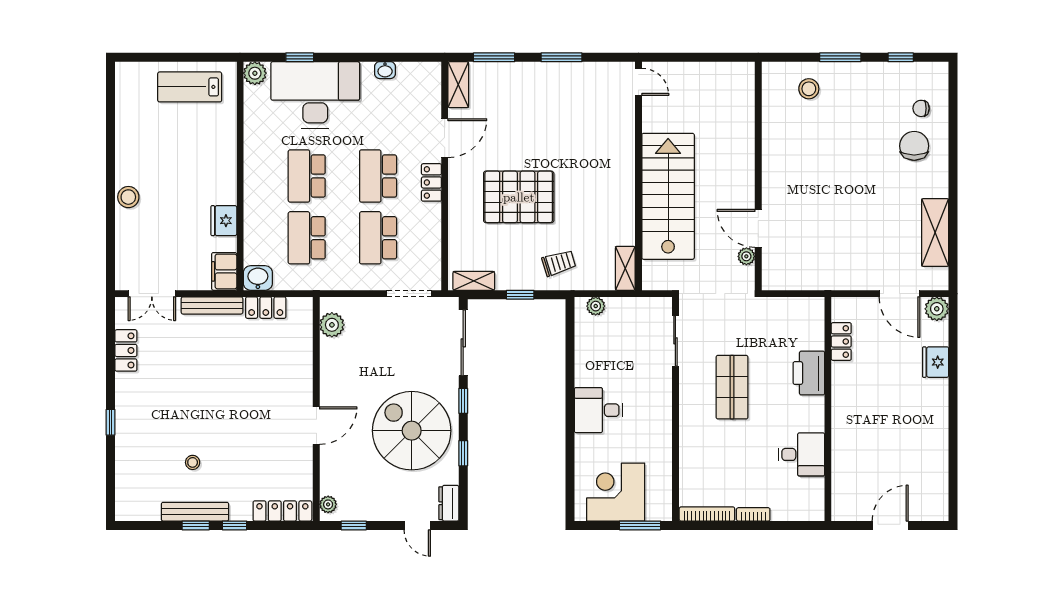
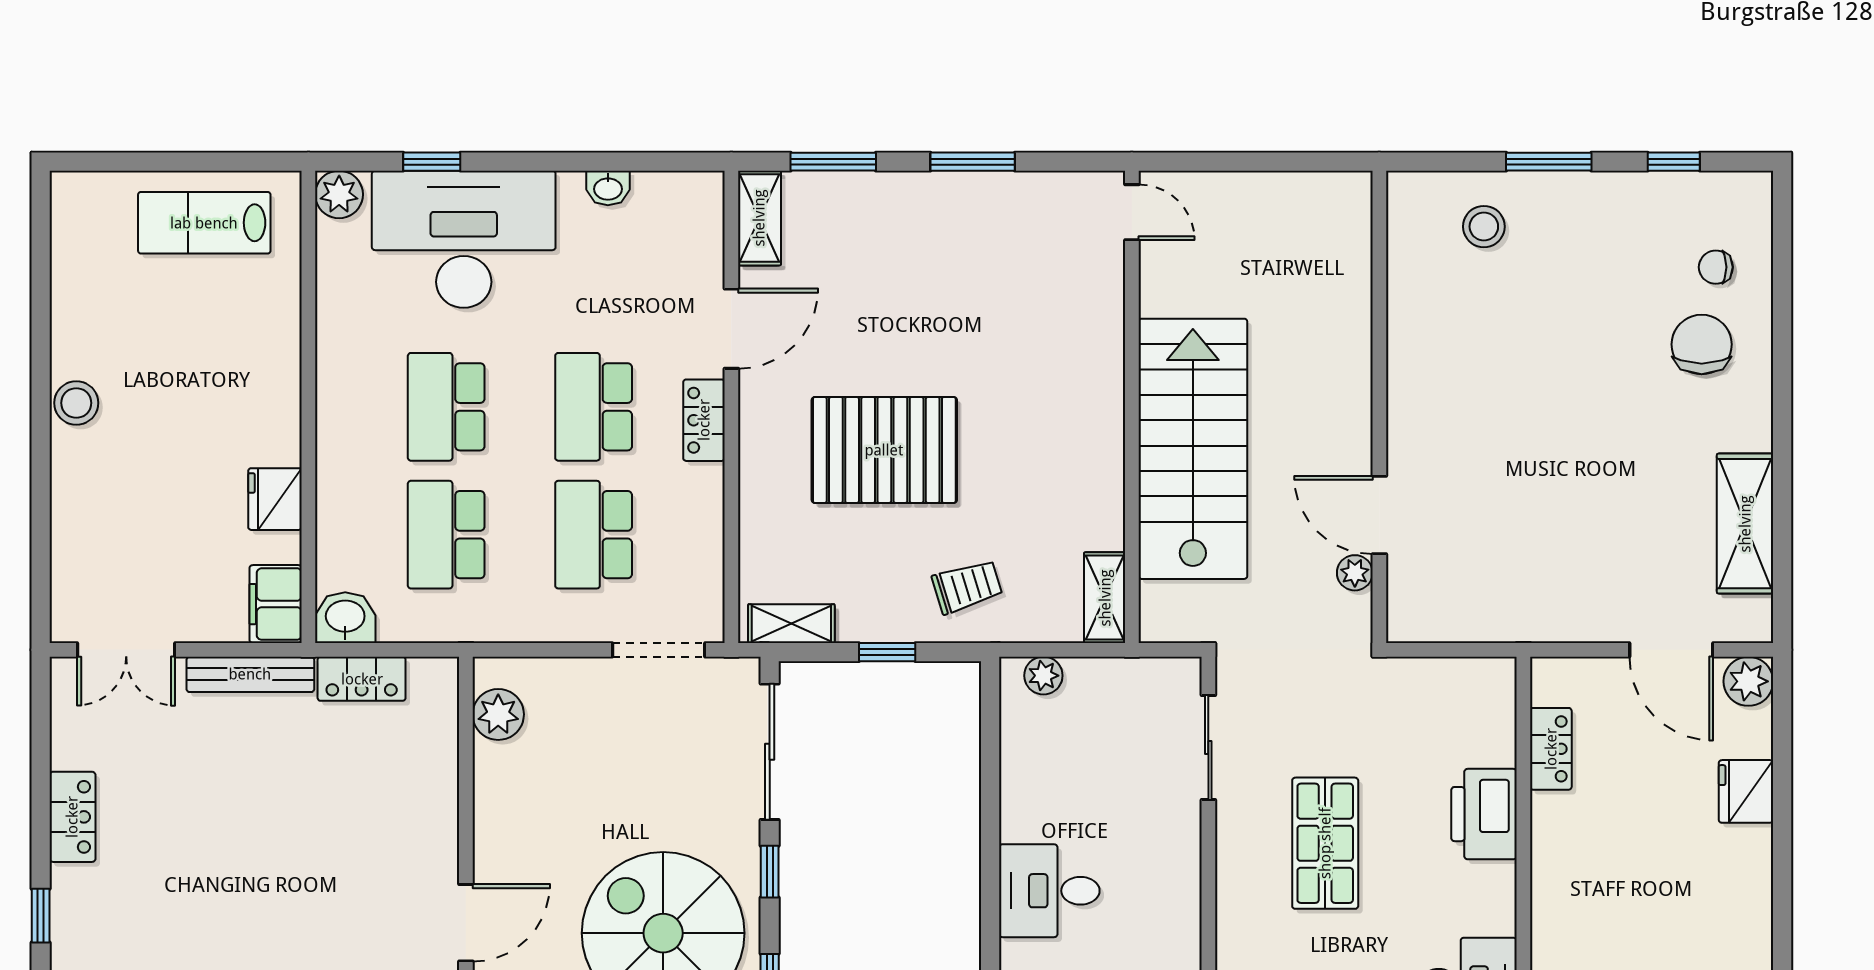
stool: (128, 197) -> (76, 403), moved
locker: (126, 350) -> (72, 817), moved

